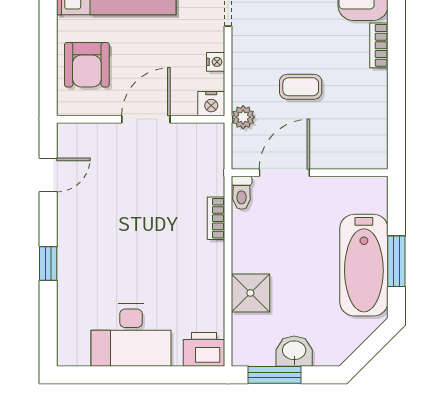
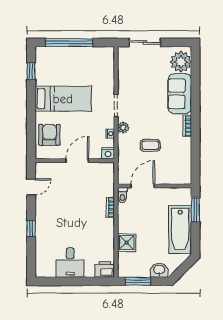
armchair: (87, 65) -> (49, 135), turned 180
plant: (243, 117) -> (123, 128), moved
window: (396, 261) -> (195, 210), moved
desk: (131, 335) -> (70, 263), width x0.73
washbasin: (294, 351) -> (159, 270), moved

